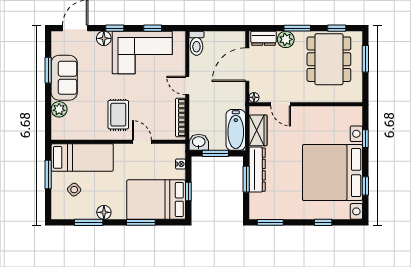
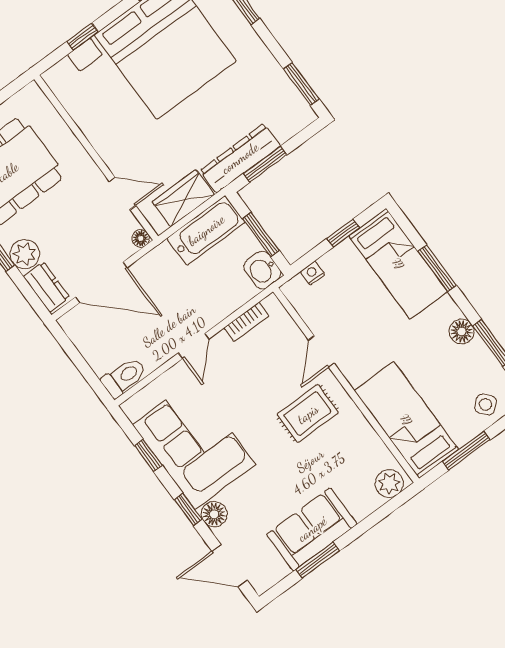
door: (281, 104) -> (122, 193), hinge flipped
plant: (59, 109) -> (389, 484), moved
bookcase: (181, 118) -> (246, 322), width x0.64
side table: (74, 190) -> (486, 404), moved
bed: (156, 200) -> (398, 264), width x0.67

